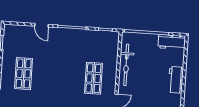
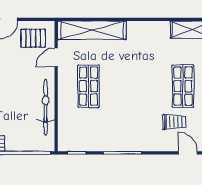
door: (42, 25) -> (188, 153), moved
trolley: (32, 47) -> (174, 122), added

